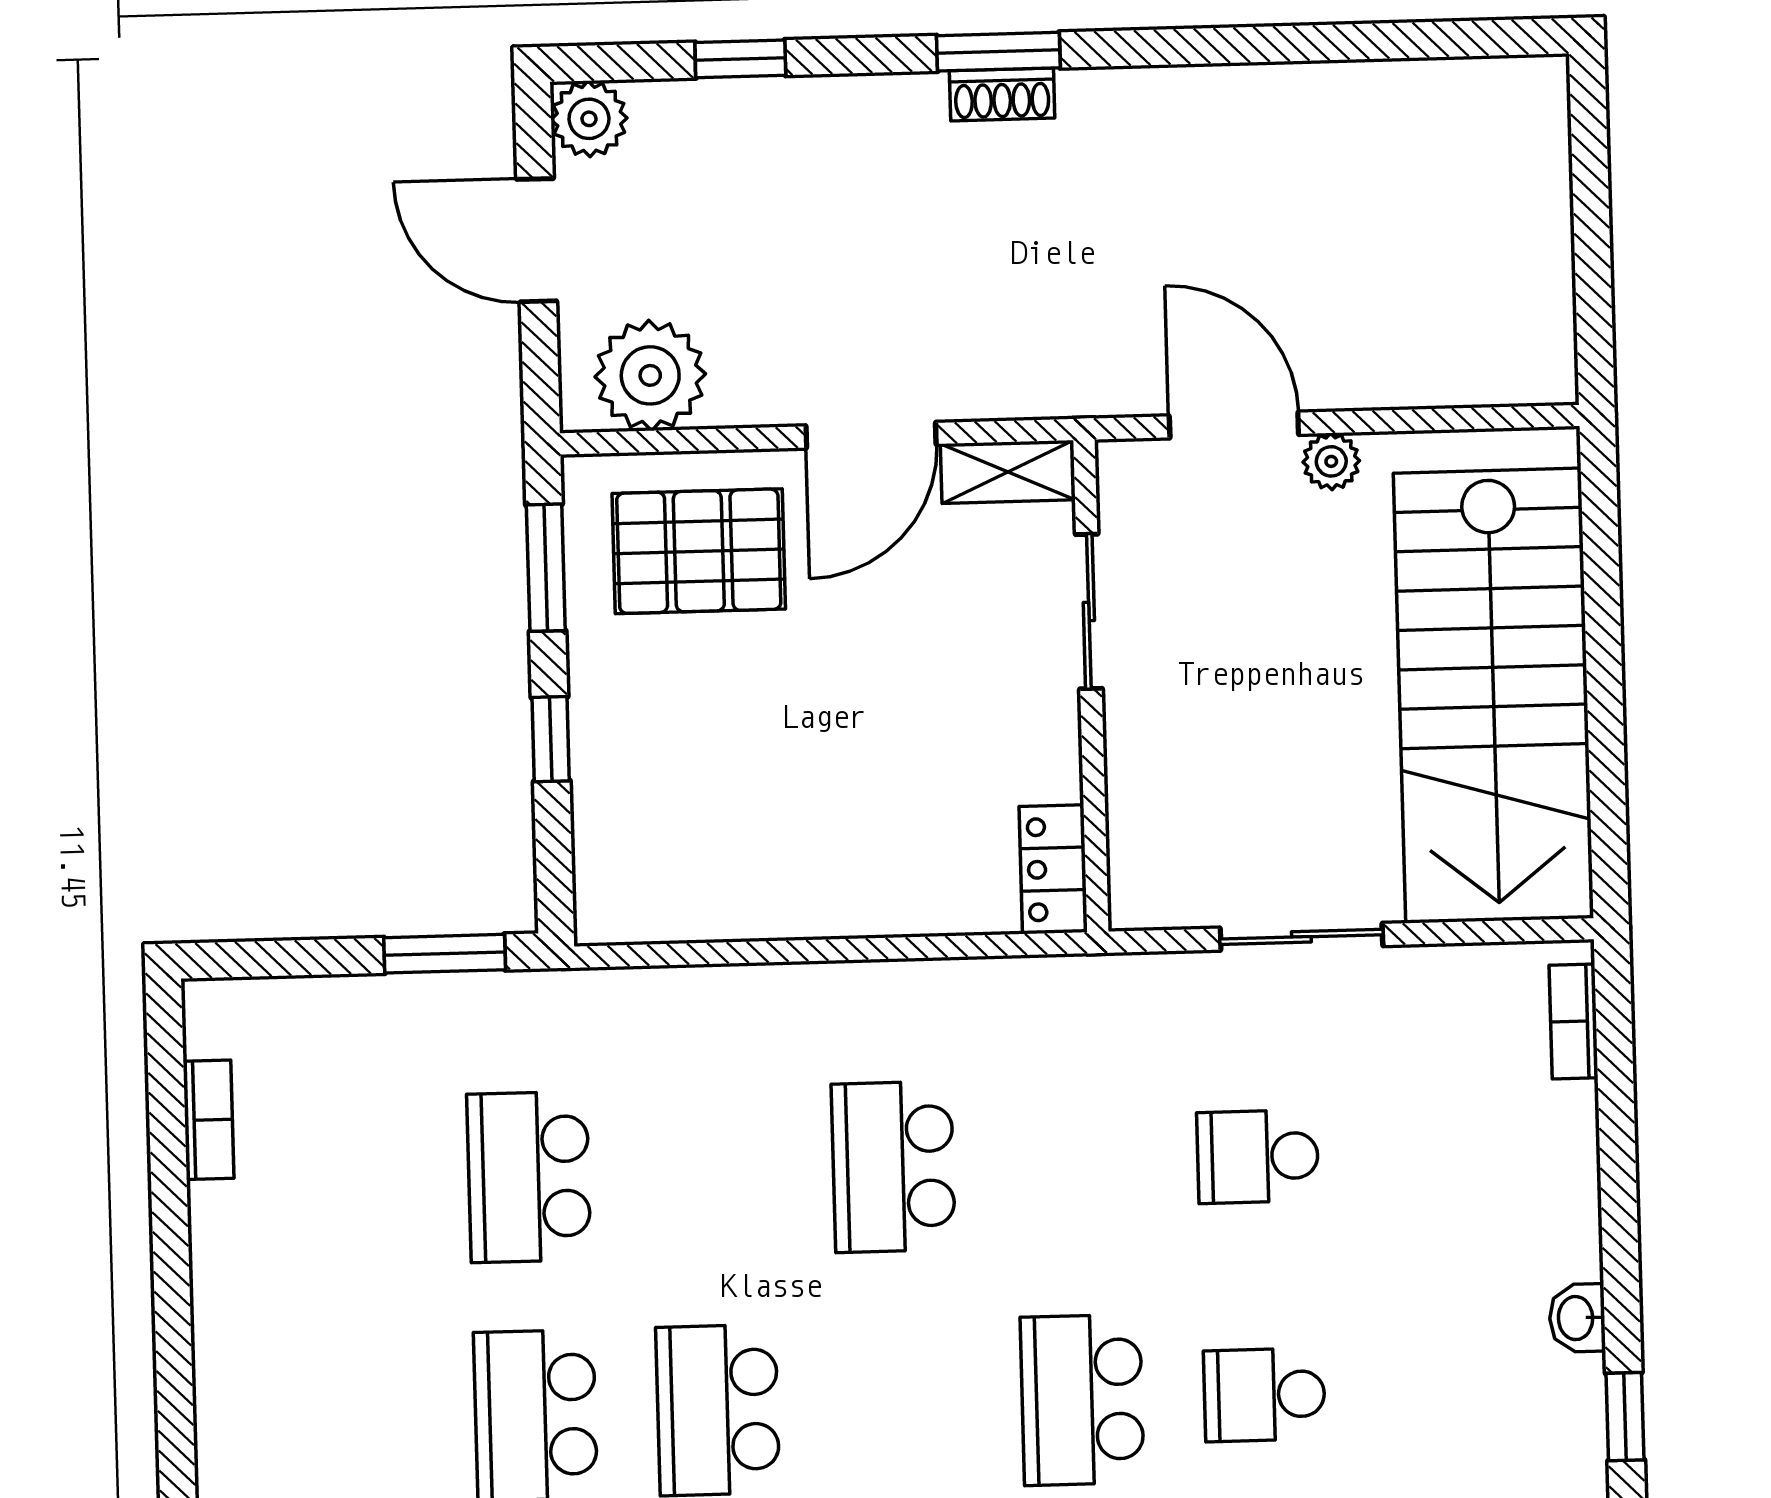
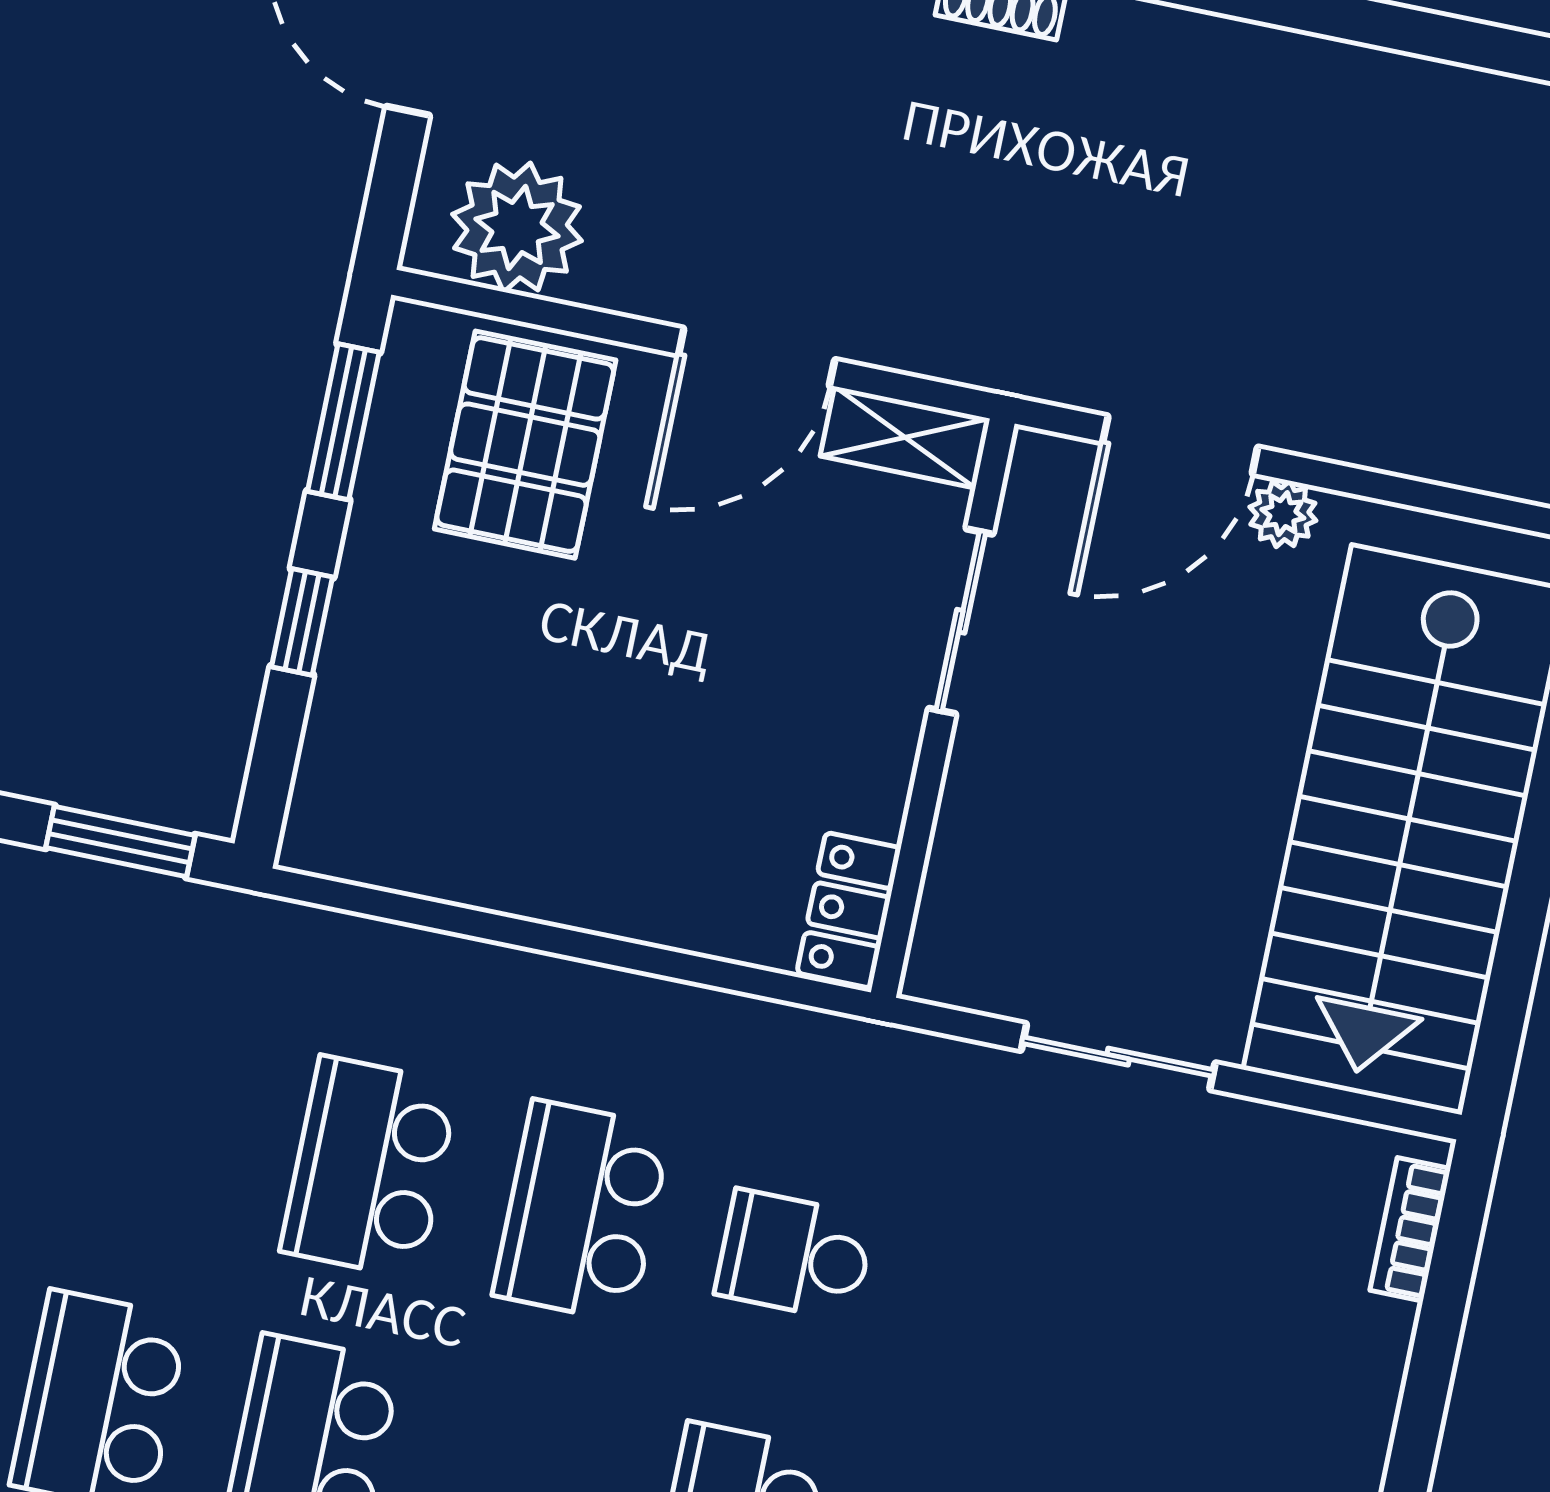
door: (1234, 425) -> (1180, 445), swing flipped
pallet: (699, 551) -> (525, 445), turned 90
school desk: (1258, 1157) -> (795, 1255), moved
school desk: (529, 1177) -> (369, 1167), moved

